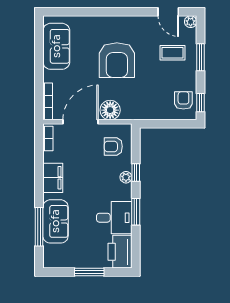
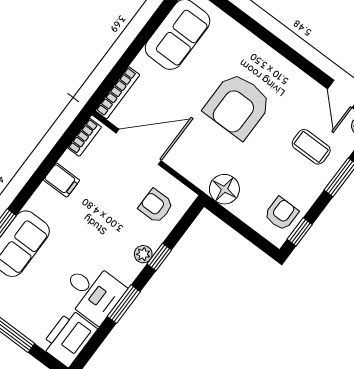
floor lamp: (110, 110) -> (224, 189), moved
filing cabinet: (53, 178) -> (62, 180), width x0.50

